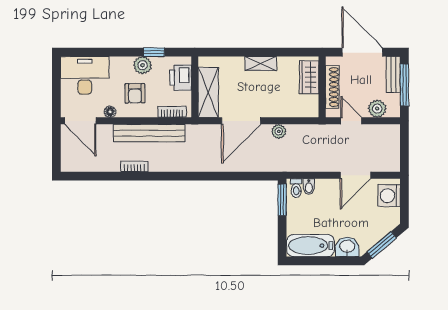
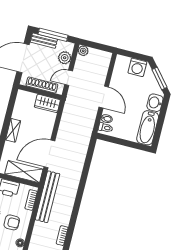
wardrobe: (309, 77) -> (47, 103), moved
door: (241, 121) -> (49, 154), swing flipped
plant: (279, 131) -> (83, 51), moved
bench: (149, 133) -> (48, 197), moved
door: (355, 175) -> (104, 97), moved
washing machine: (389, 196) -> (137, 67), moved
window: (282, 200) -> (111, 139), removed

